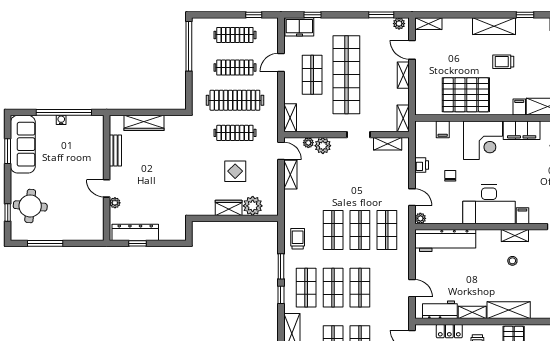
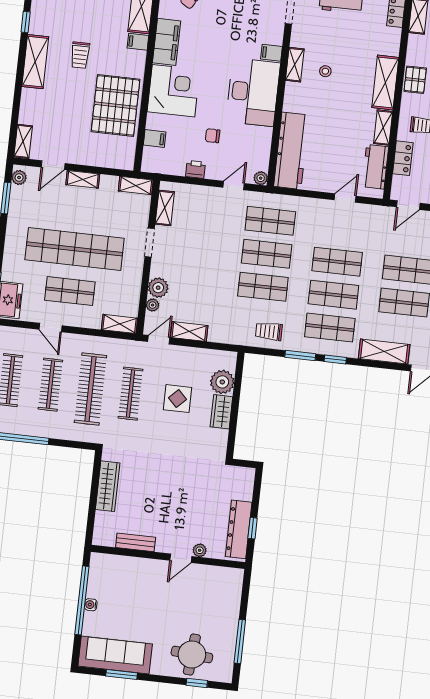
wardrobe: (144, 123) -> (108, 486), moved

